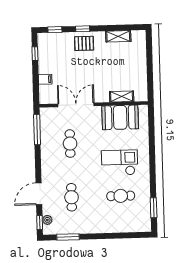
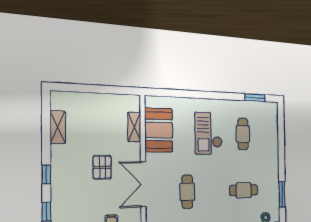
pallet: (84, 43) -> (102, 167), moved
cafe table: (70, 144) -> (187, 192), turned 90

